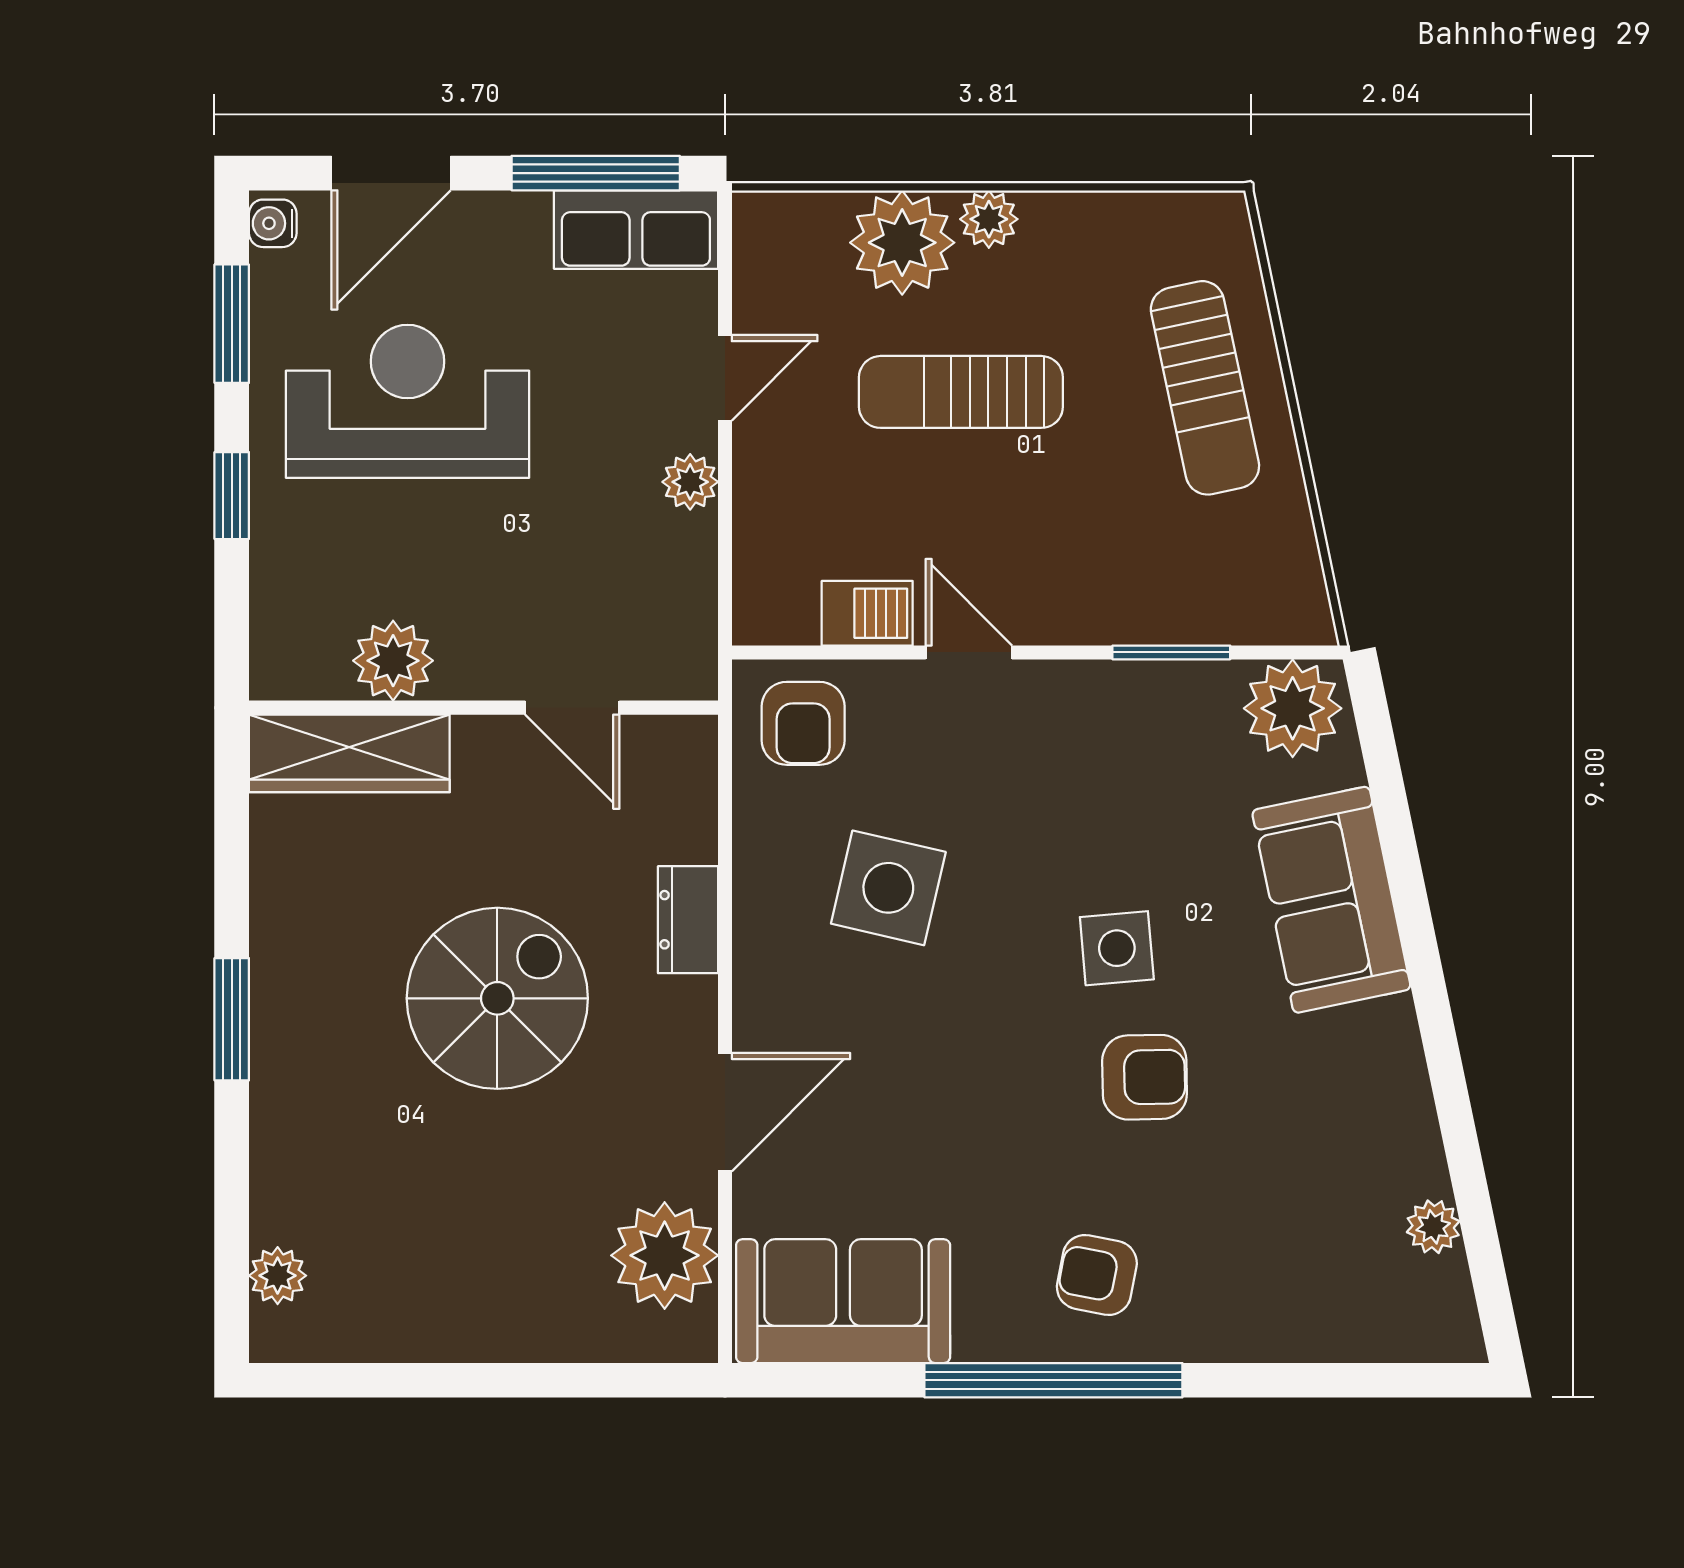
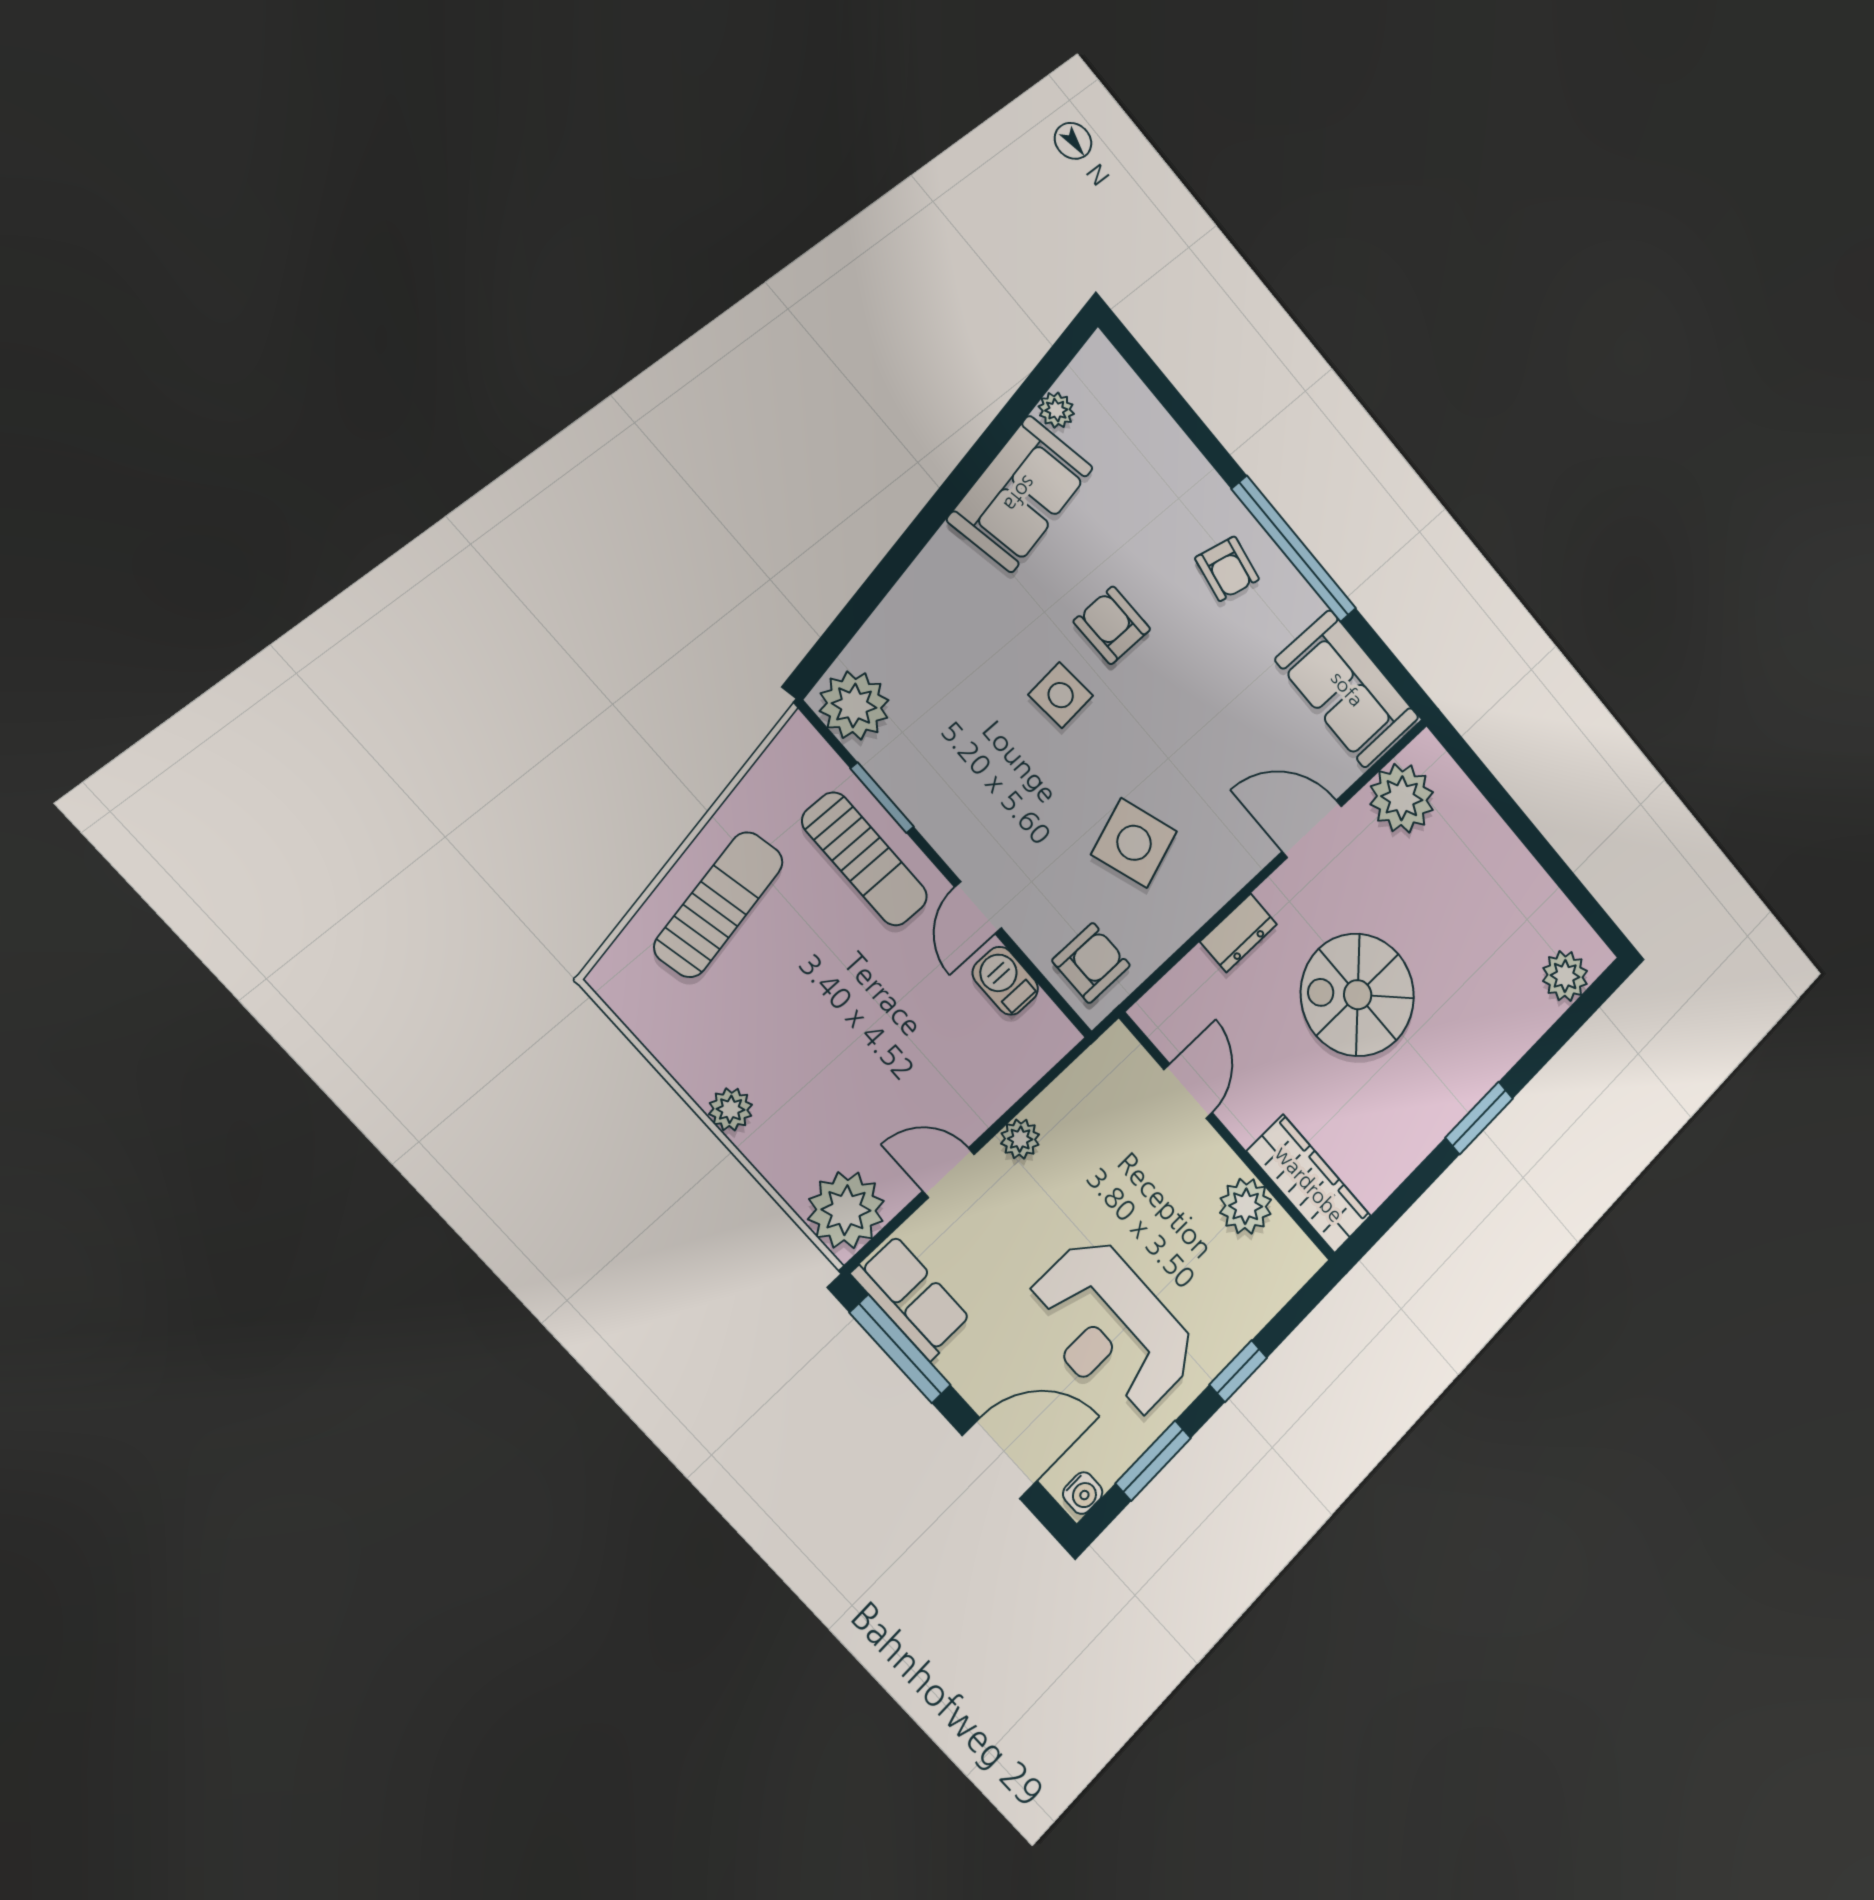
plant: (902, 243) -> (846, 1210), moved
sun lounger: (961, 392) -> (865, 859), moved
side table: (888, 888) -> (1134, 843), turned -32
sofa: (1331, 900) -> (1020, 494), moved
plant: (278, 1276) -> (1565, 976), width x1.38, depth x1.38

